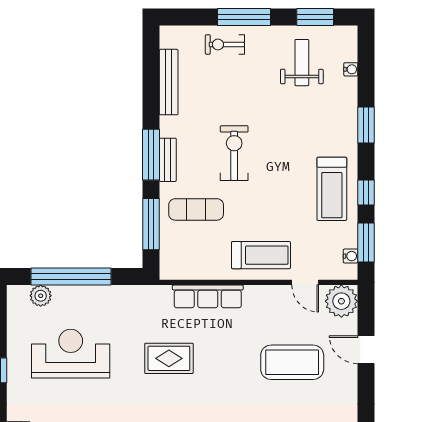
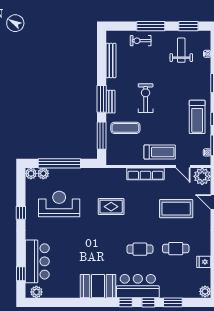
plant: (17, 296) -> (31, 174), added
row of seats: (208, 296) -> (145, 174), moved

